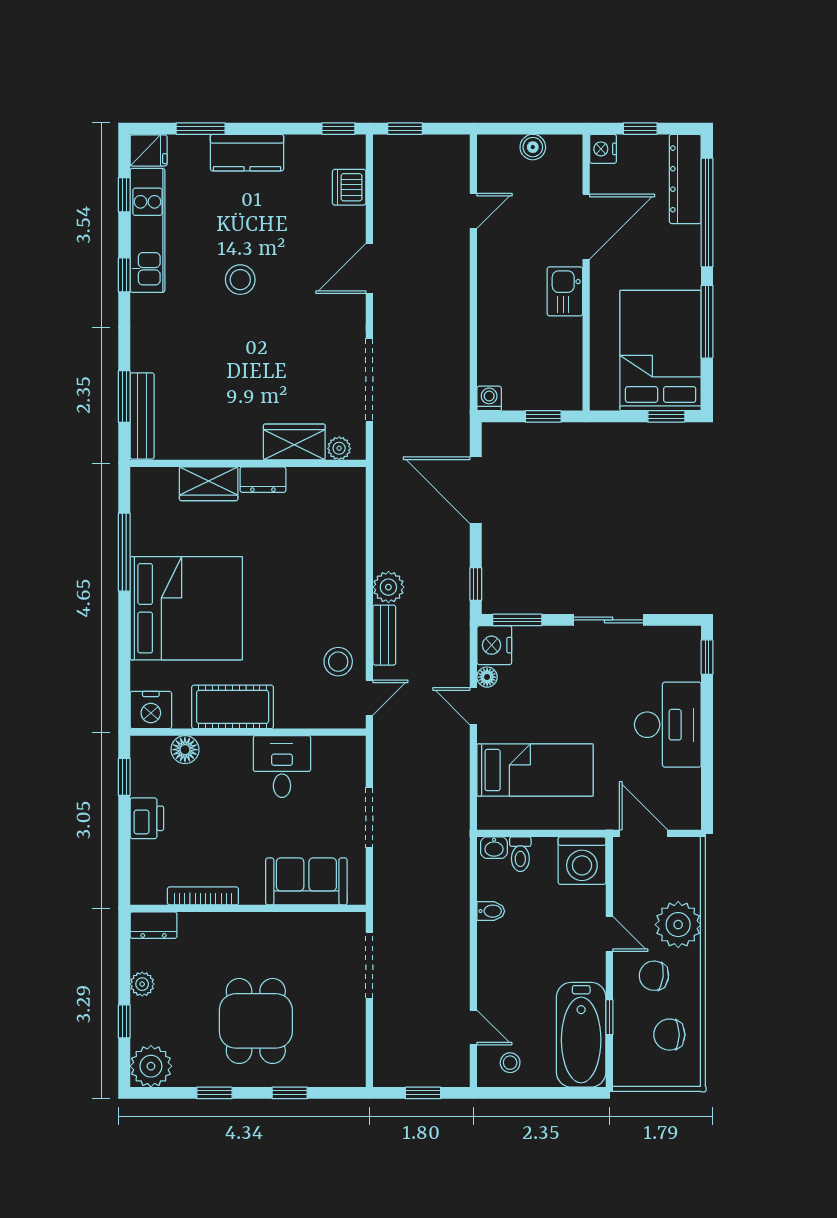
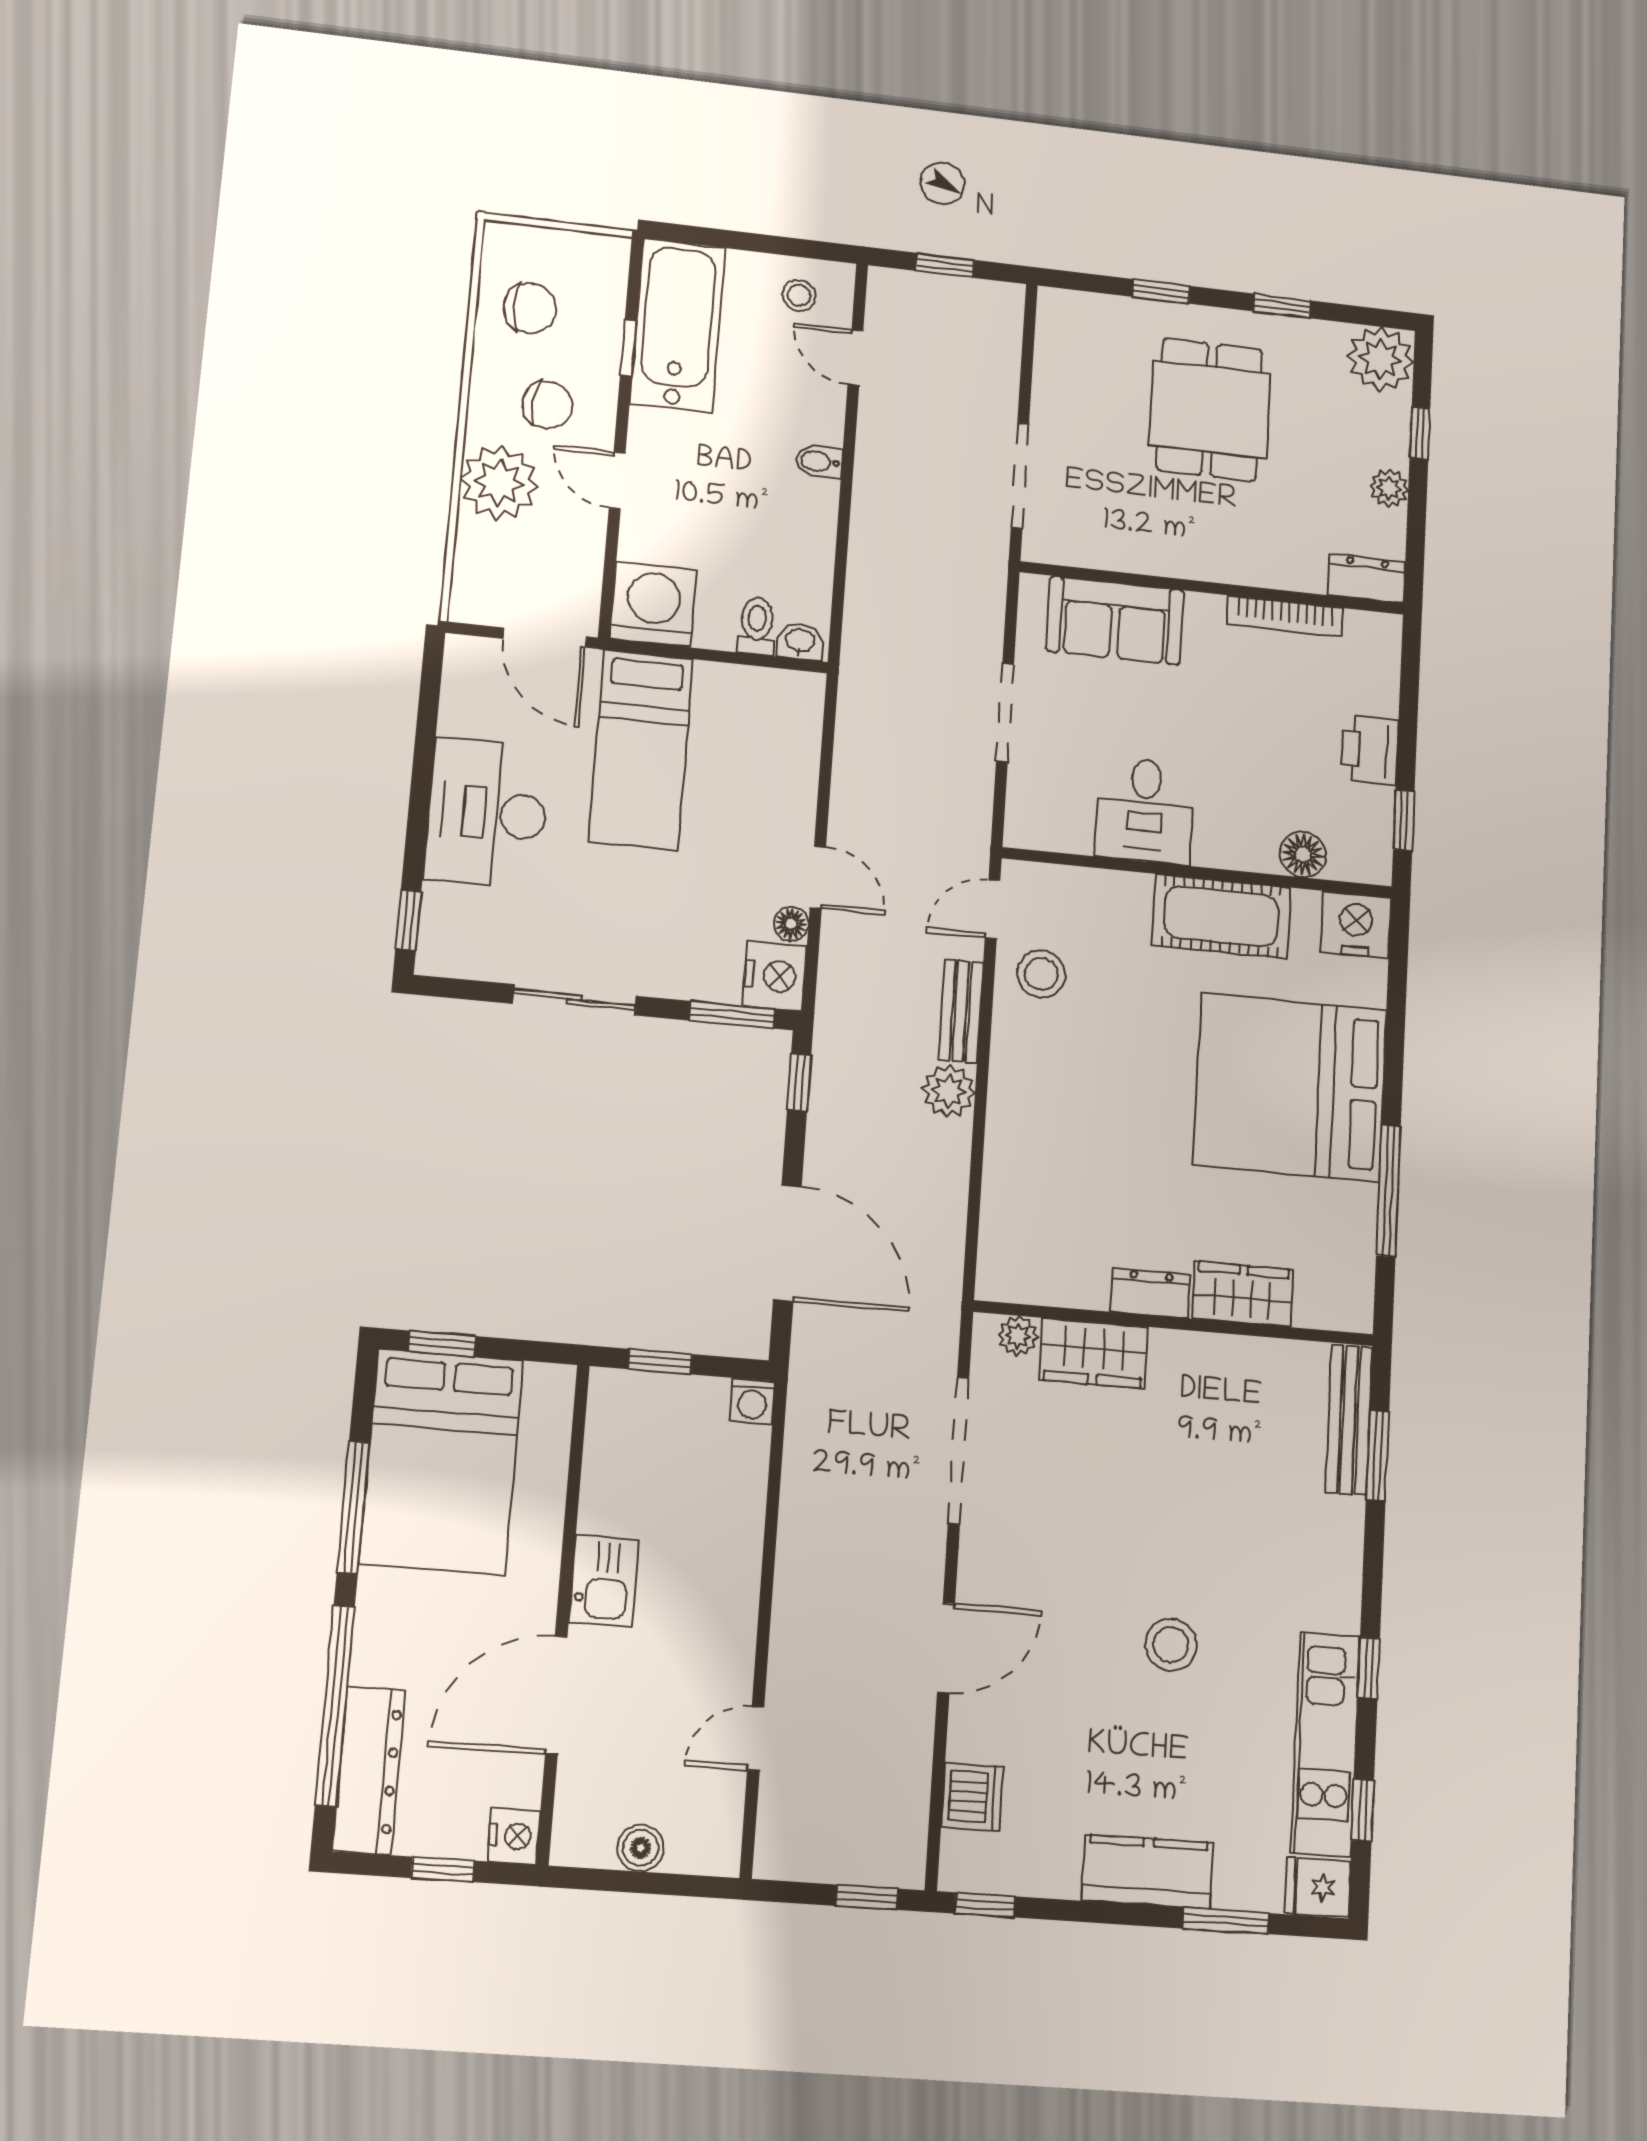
bed: (535, 770) -> (641, 750), moved, turned -90
bidet: (491, 911) -> (819, 462), moved

